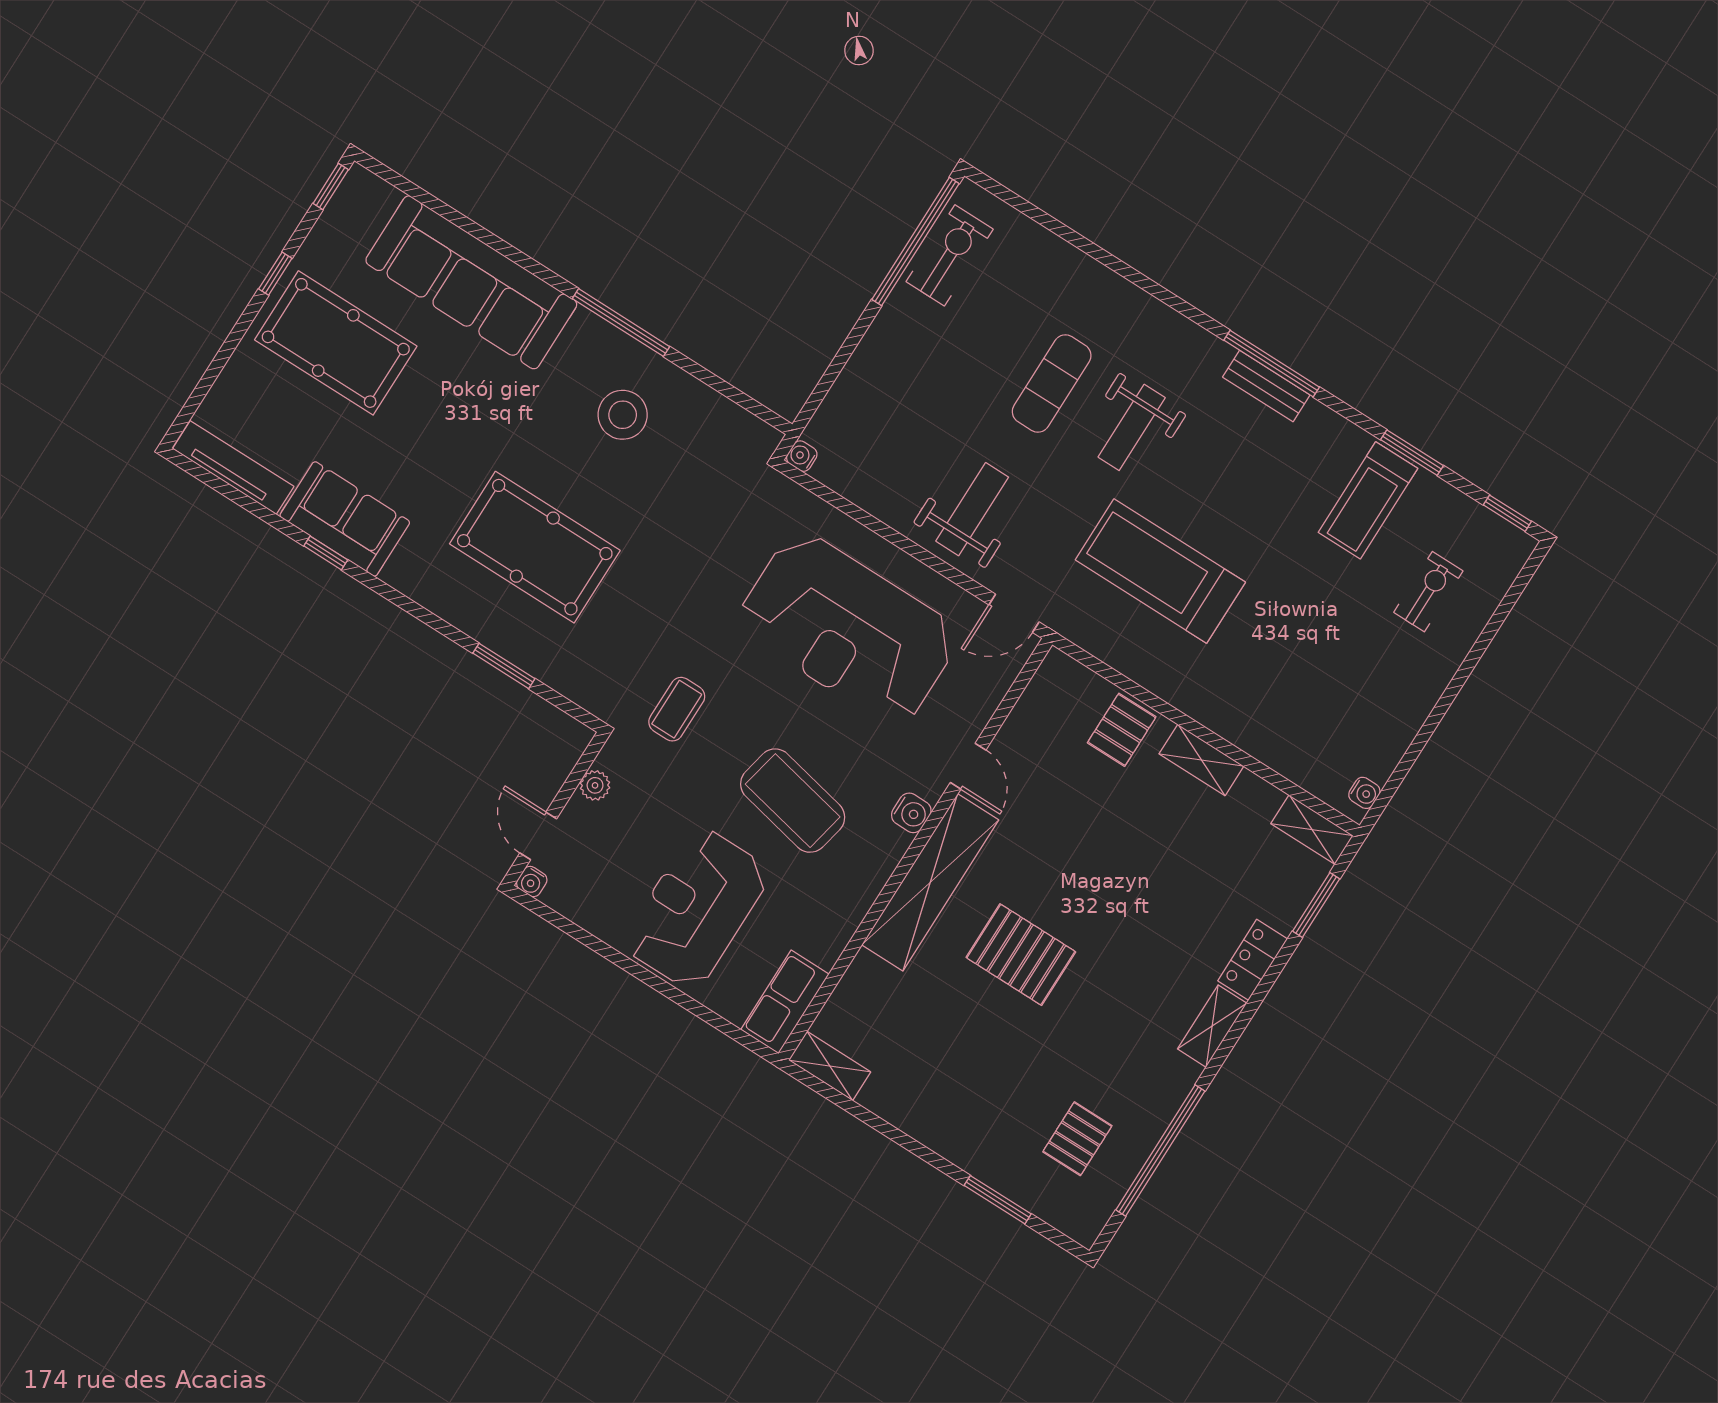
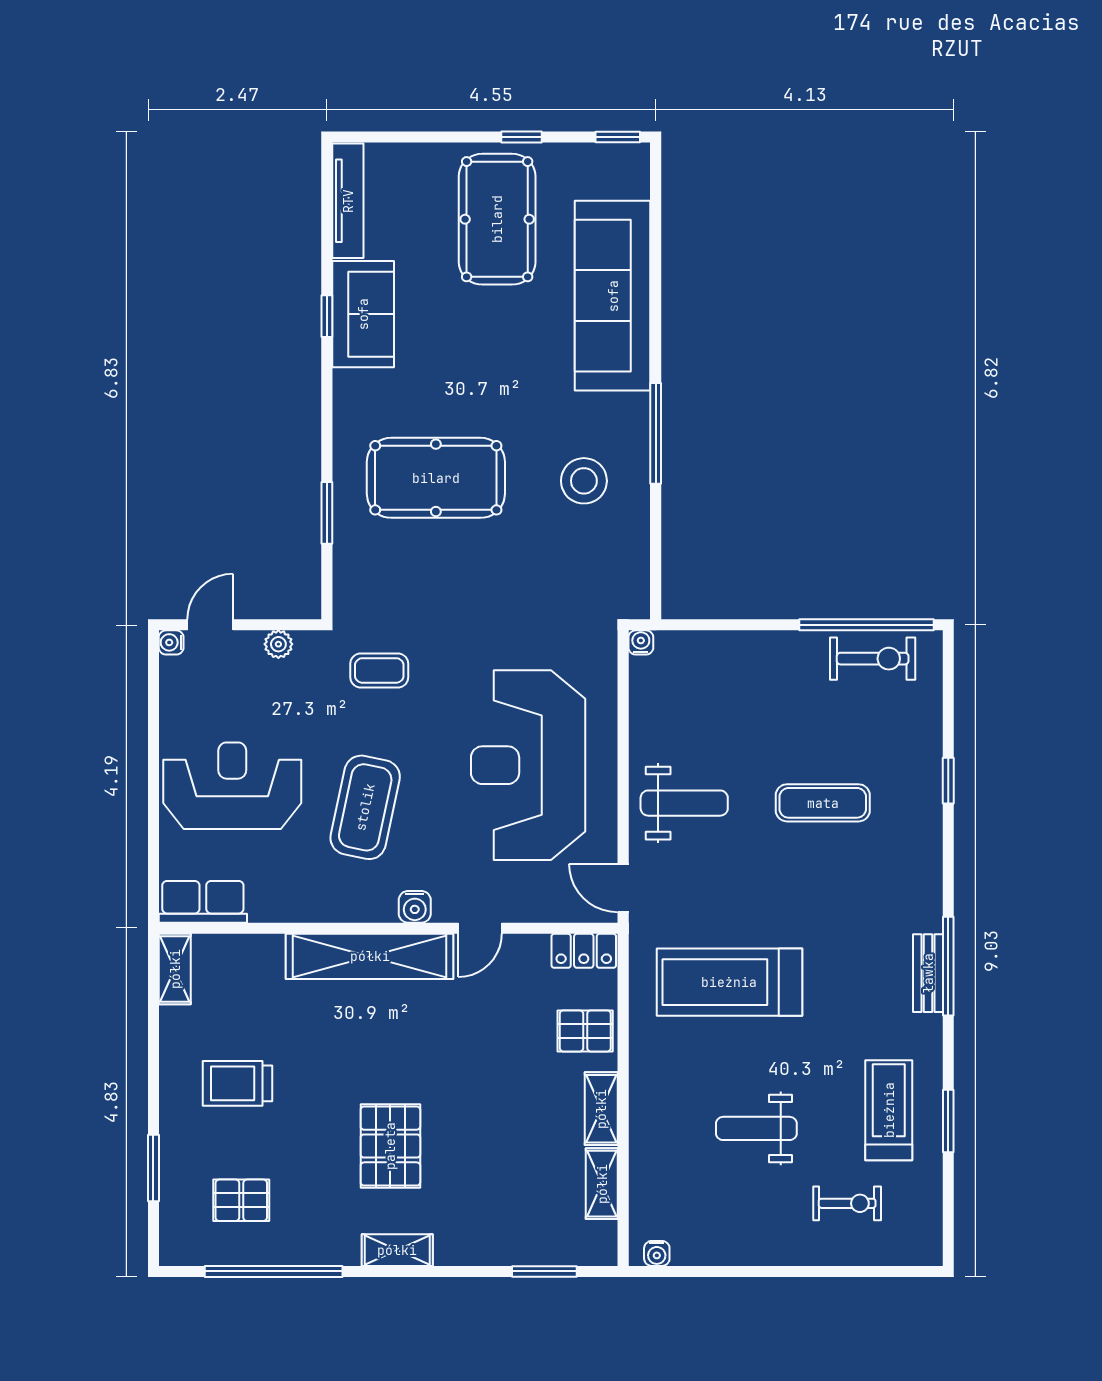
weight bench: (1132, 427) -> (756, 1128), moved
treadmill: (1368, 500) -> (889, 1110), turned 90
window: (1507, 513) -> (948, 781), moved
pool table: (535, 547) -> (436, 478), turned 90
treadmill: (1160, 571) -> (729, 982), turned -90
shelving: (1312, 830) -> (602, 1184), moved
pallet: (1021, 955) -> (390, 1146), moved
locker: (1253, 960) -> (584, 951), moved, turned 180
trolley: (969, 1075) -> (237, 1083), added

